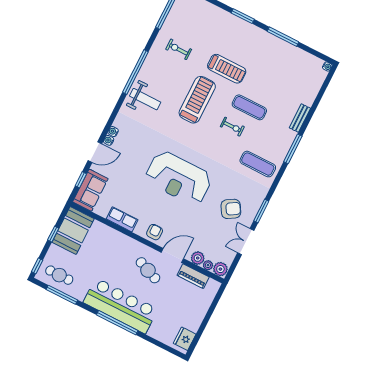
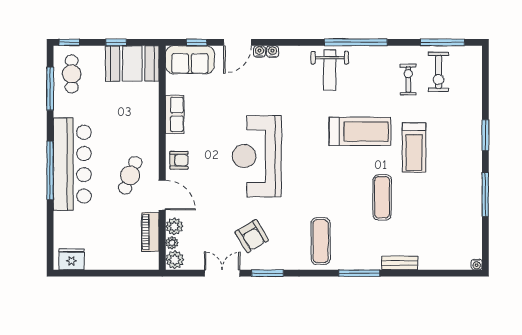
exercise bike: (232, 127) -> (438, 72), moved, width x1.38, depth x1.39
door: (95, 152) -> (237, 42), hinge flipped

